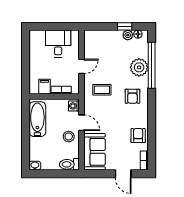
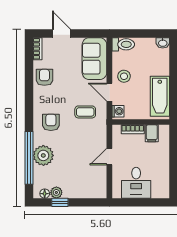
coffee table: (102, 90) -> (85, 112), moved
armchair: (138, 136) -> (44, 77), turned 180

